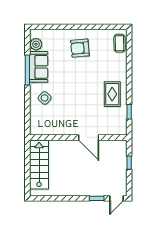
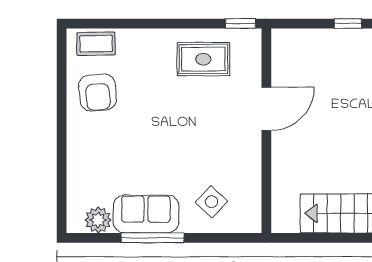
armchair: (80, 48) -> (98, 93), moved
wall: (78, 137) -> (266, 131), moved
door: (89, 137) -> (266, 109), moved

